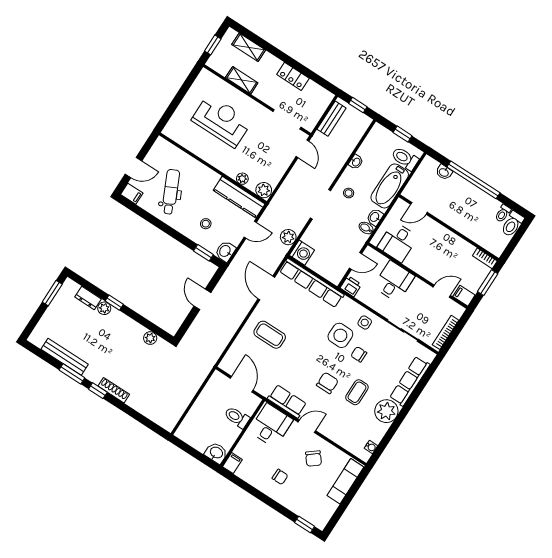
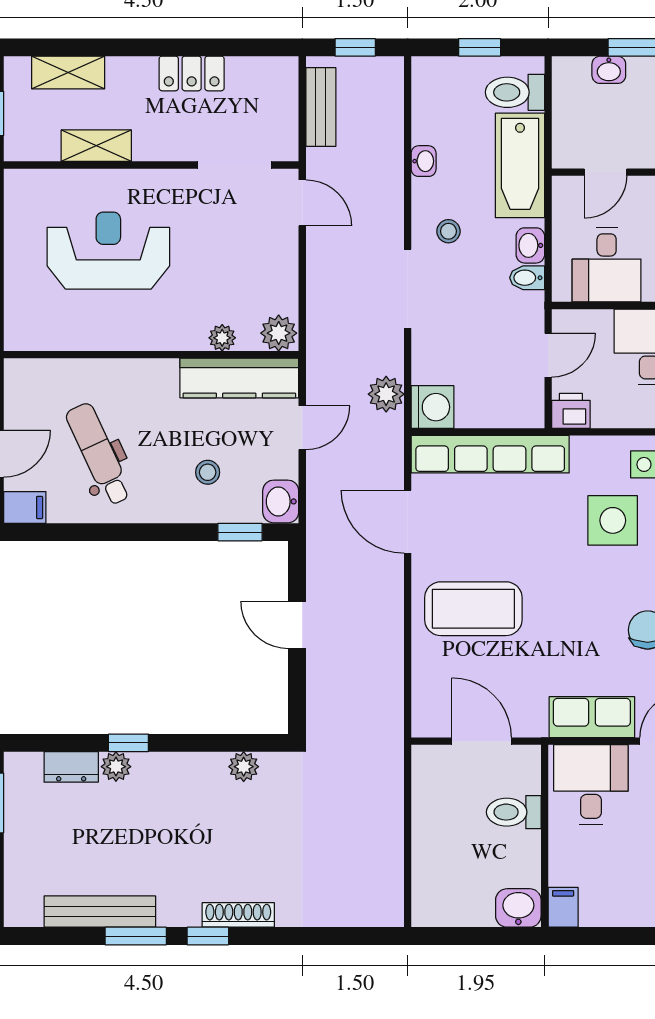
coffee table: (270, 335) -> (473, 609), width x1.36, depth x1.32

